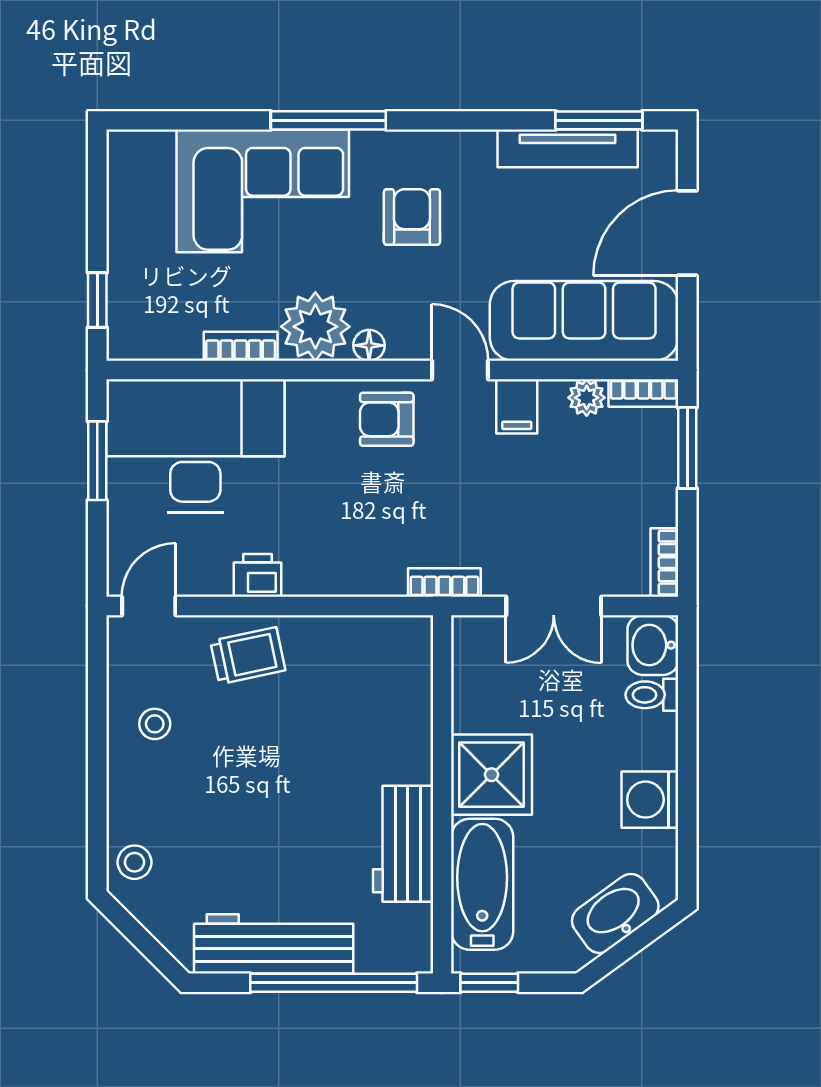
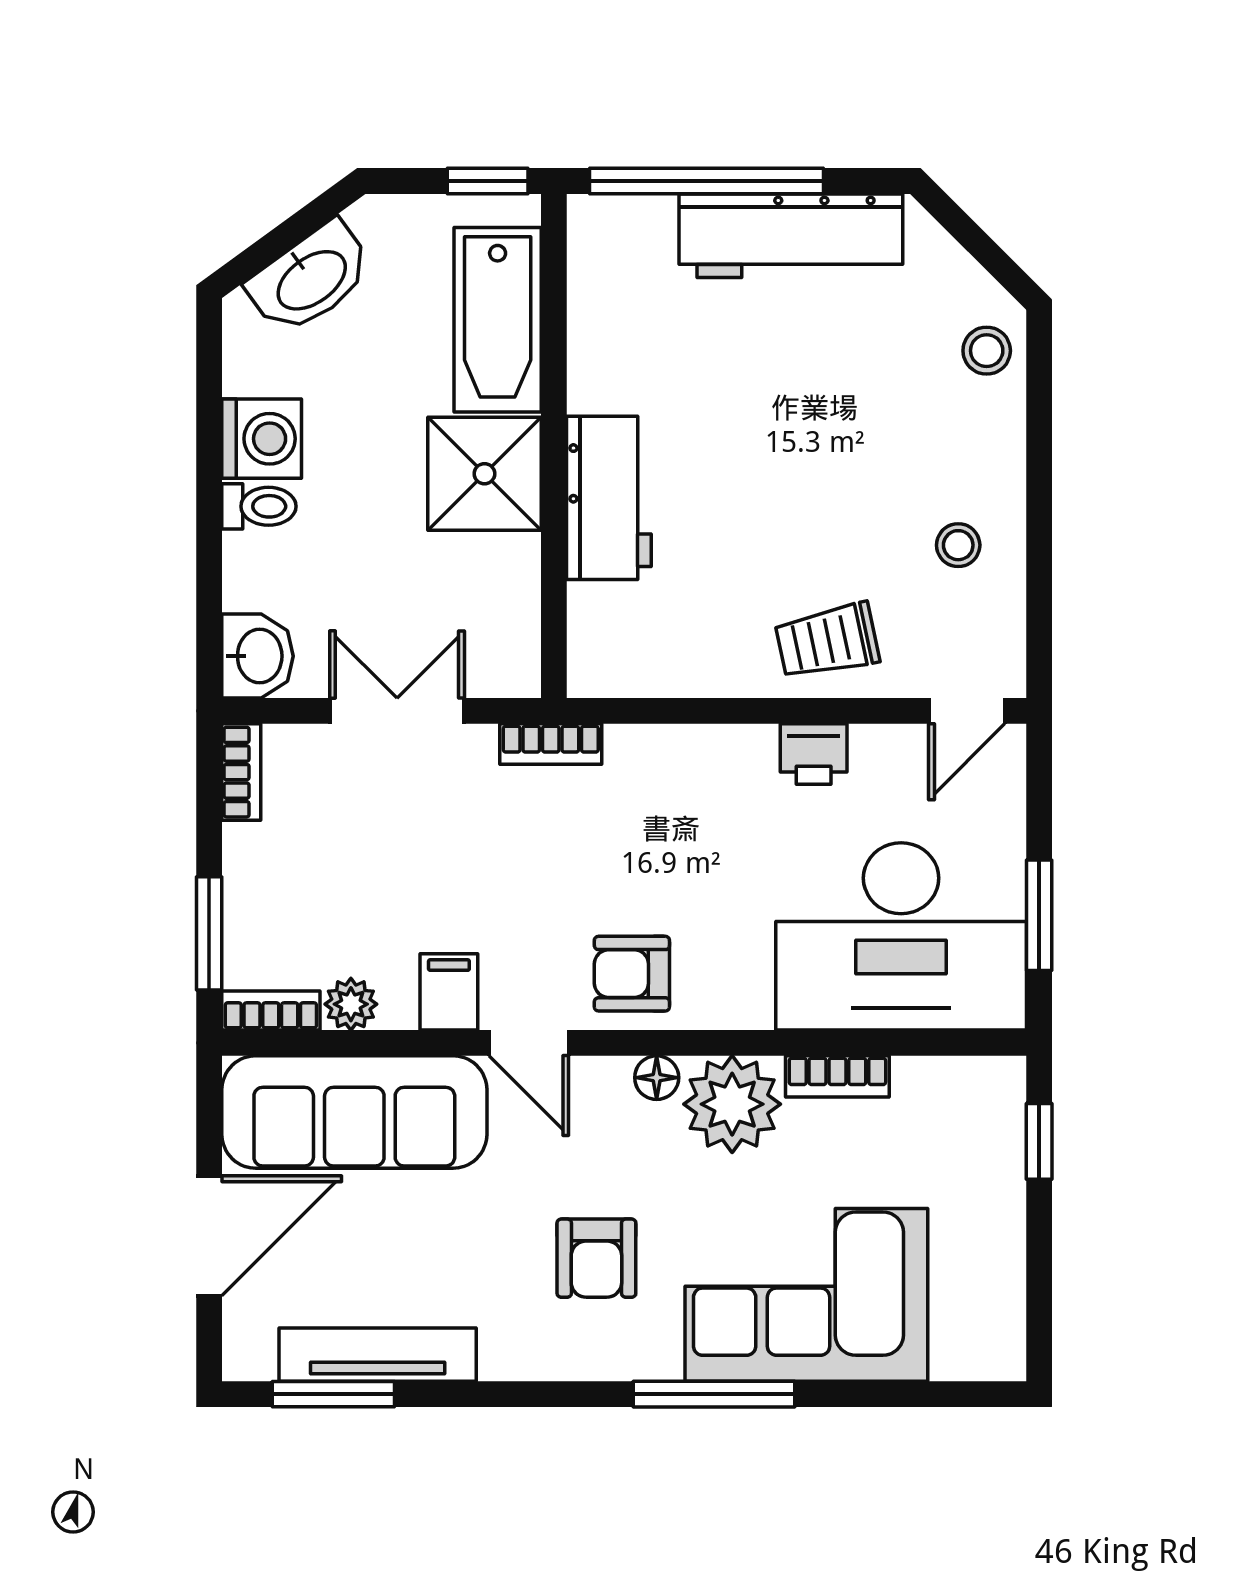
armchair: (387, 419) -> (632, 974), turned 180
toilet: (652, 695) -> (259, 506), moved
workbench: (403, 844) -> (609, 498), moved

